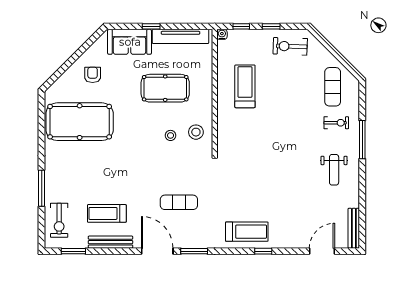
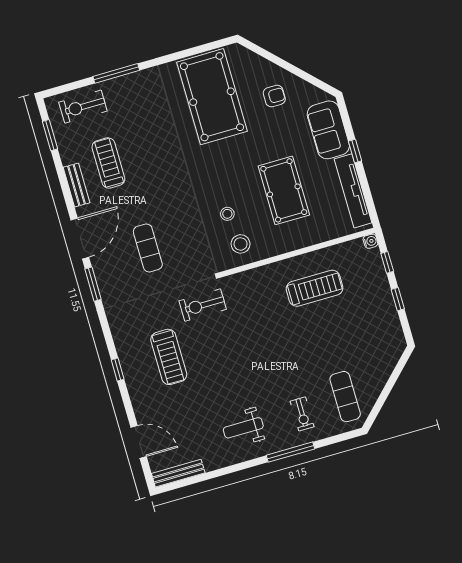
exercise bike: (290, 46) -> (203, 305), moved, turned -92
exercise mat: (333, 87) -> (345, 397), turned 90
treadmill: (247, 232) -> (169, 357), moved
bench: (110, 242) -> (76, 185), width x0.73

